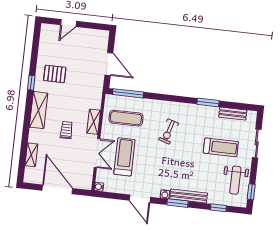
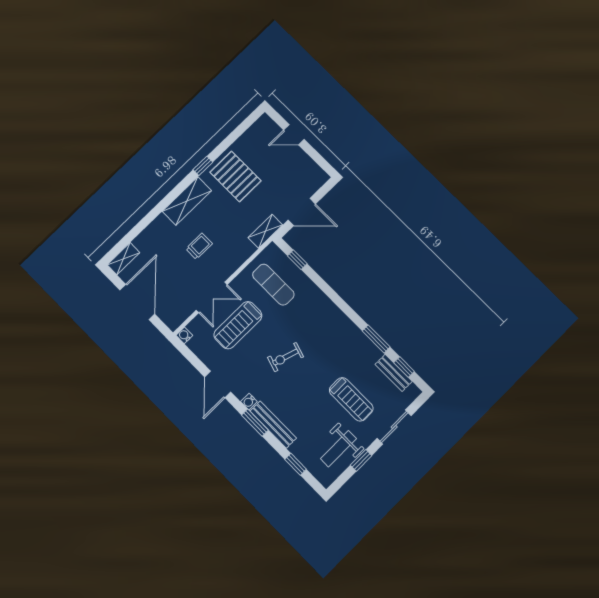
door: (109, 64) -> (302, 212), hinge flipped
pallet: (55, 74) -> (235, 176), width x1.50, depth x1.42
window: (128, 93) -> (297, 260), width x0.46
window: (236, 106) -> (404, 367), added
shelving: (94, 122) -> (265, 231), moved
exercise bike: (169, 131) -> (286, 357), moved
shelving: (31, 155) -> (123, 259), moved
treadmill: (124, 157) -> (238, 325), turned 180
window: (251, 192) -> (361, 460), moved

